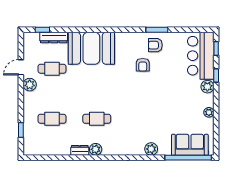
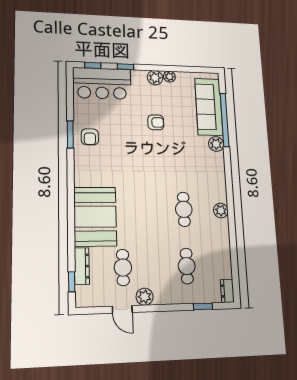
armchair: (143, 65) -> (156, 122), moved
plant: (207, 87) -> (155, 78), moved
sofa: (190, 145) -> (209, 107), width x1.36
dresser: (80, 150) -> (227, 291), moved
window: (188, 158) -> (224, 120), moved

